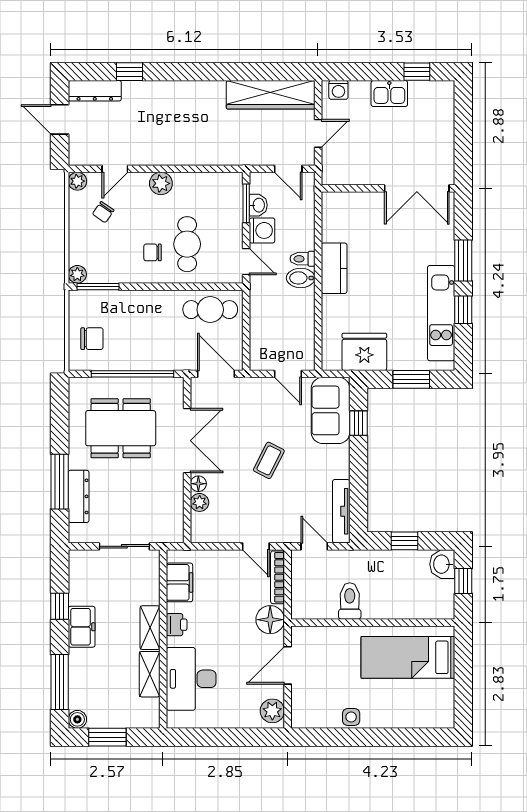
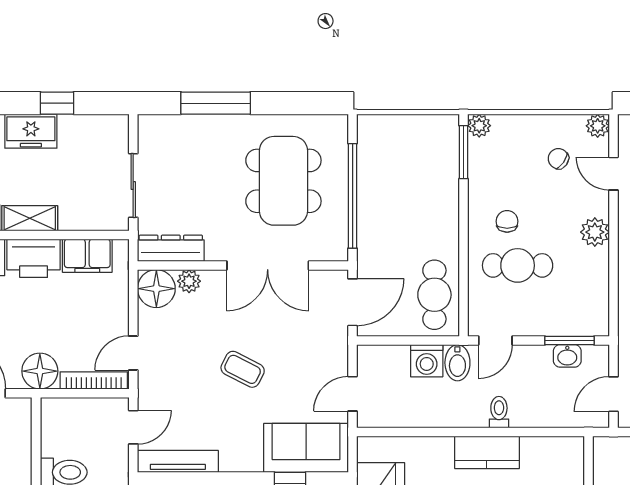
washing machine: (262, 230) -> (427, 361), moved
bidet: (301, 278) -> (457, 363), moved, turned 180
chair: (92, 339) -> (397, 144), removed
floor lamp: (198, 484) -> (156, 289), moved, width x1.89, depth x1.89
dresser: (79, 496) -> (171, 248), moved, turned 180
printer: (177, 625) -> (34, 258), width x1.87, depth x1.48

